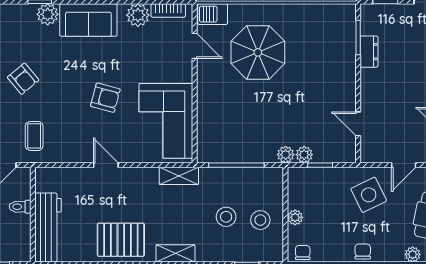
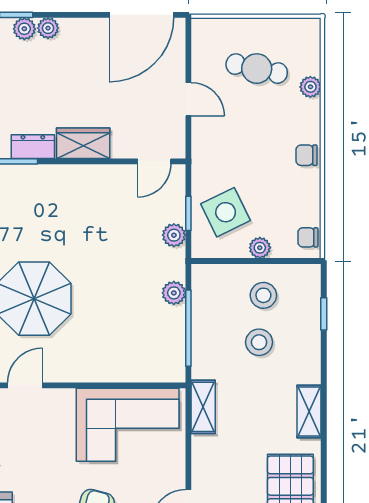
wardrobe: (371, 88) -> (83, 143), added
door: (358, 124) -> (154, 161), moved
plant: (286, 155) -> (174, 293), moved
side table: (369, 195) -> (226, 212), moved

